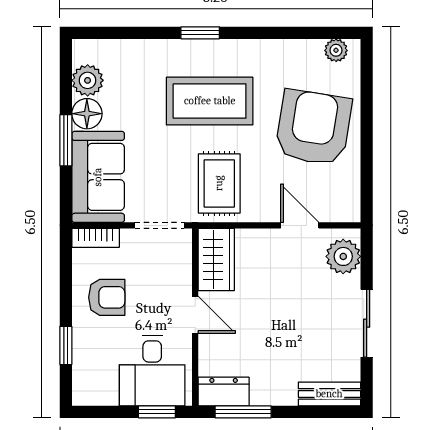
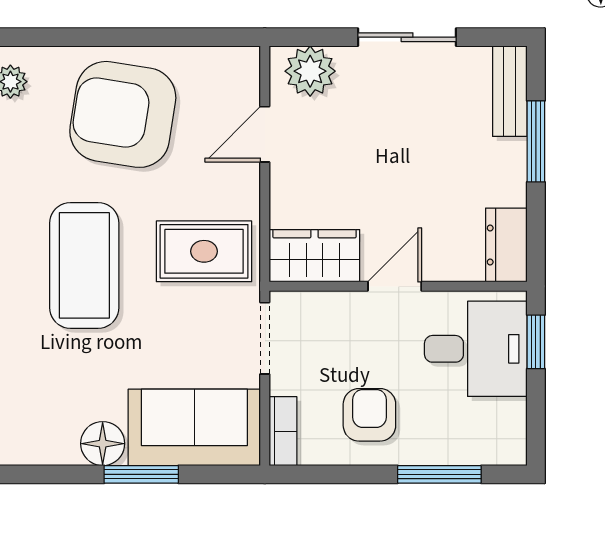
plant: (88, 80) -> (54, 443), removed
window: (66, 345) -> (439, 474), width x1.50
window: (243, 412) -> (536, 141), moved

